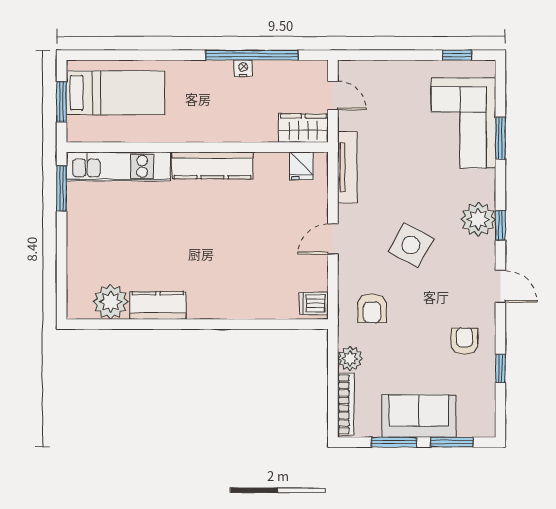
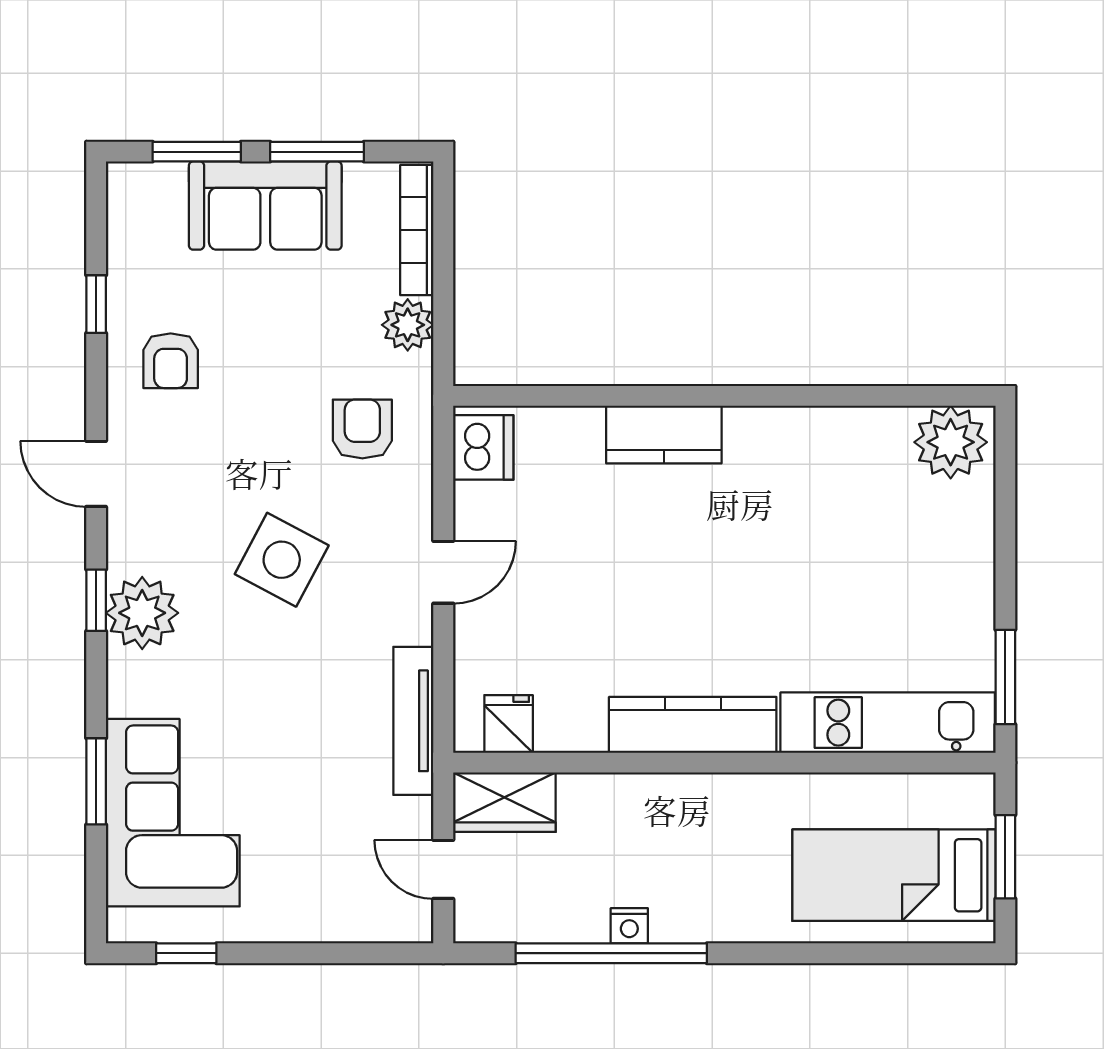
plant: (111, 302) -> (951, 442), moved
dishwasher: (314, 304) -> (483, 447), width x1.38
kitchen counter: (158, 306) -> (664, 435), moved

